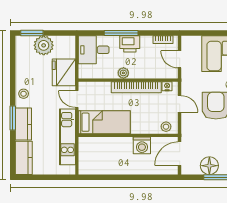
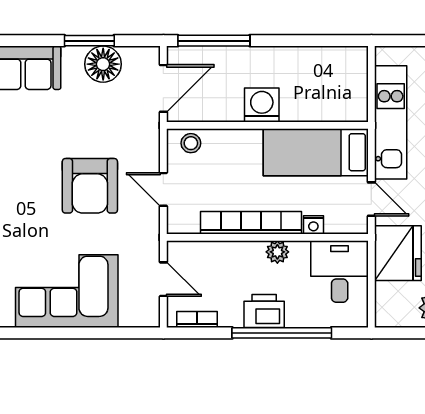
window: (121, 33) -> (282, 333), width x1.46
desk: (94, 50) -> (340, 271), moved, turned -90
nightstand: (167, 86) -> (313, 225), moved
washing machine: (142, 145) -> (262, 105), moved
window: (155, 177) -> (214, 41), added

